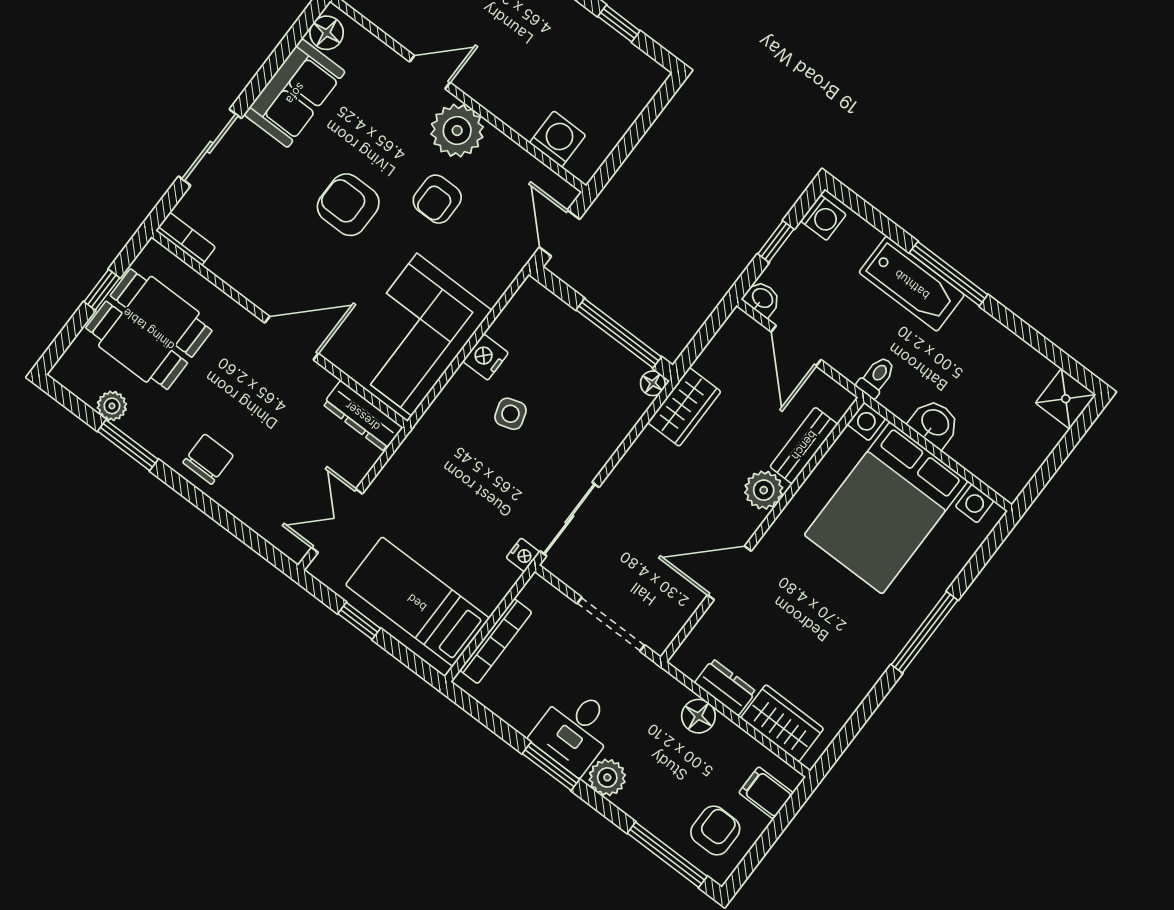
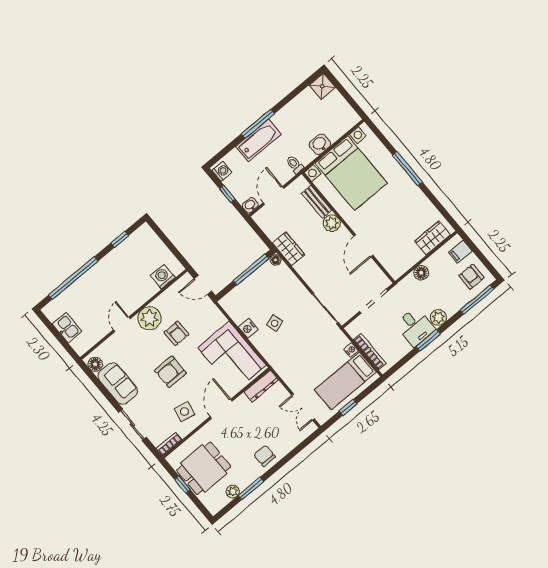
side table: (266, 257) -> (184, 412), added
door: (796, 346) -> (274, 195), swing flipped
nightstand: (523, 555) -> (351, 350), moved
dresser: (725, 687) -> (412, 259), removed

